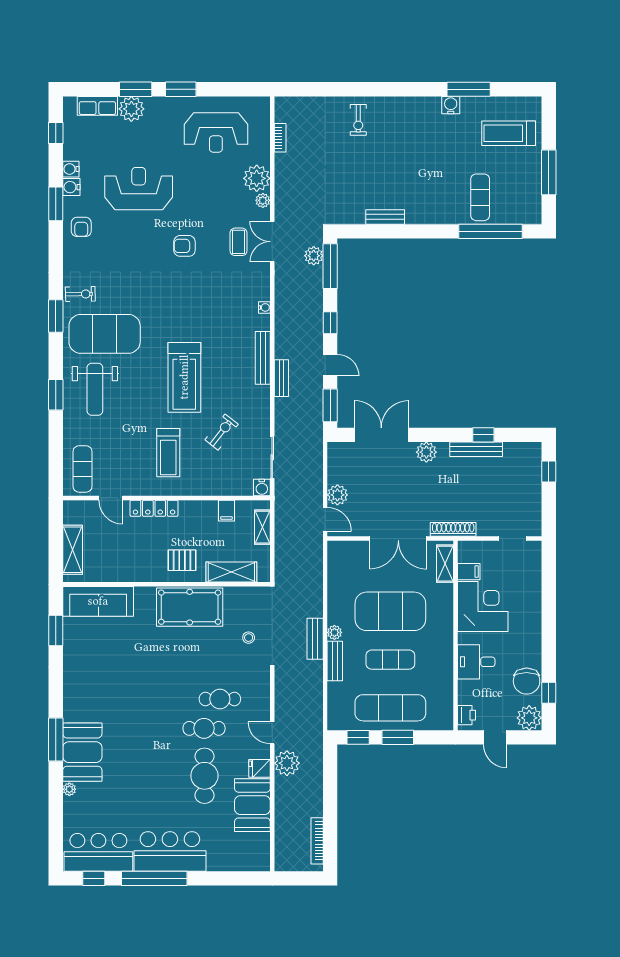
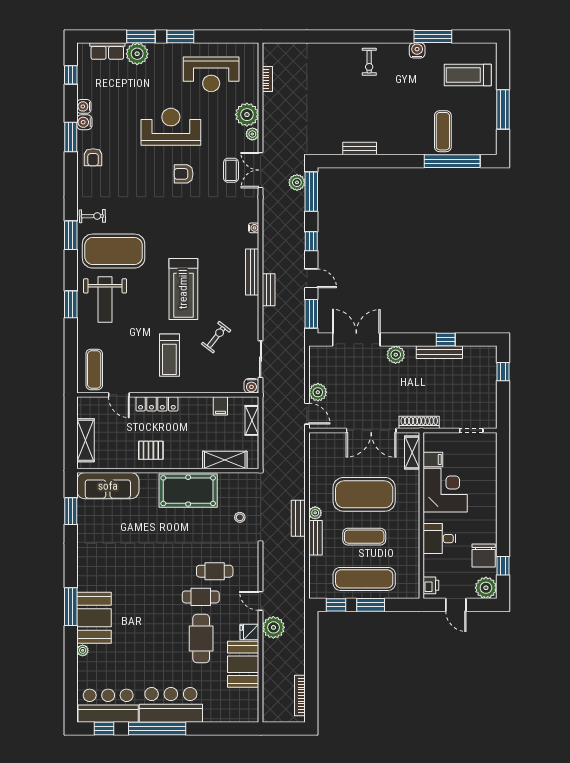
exercise bike: (358, 120) -> (369, 62), moved
reception desk: (139, 189) -> (171, 127), moved
pallet: (182, 560) -> (151, 450), moved

